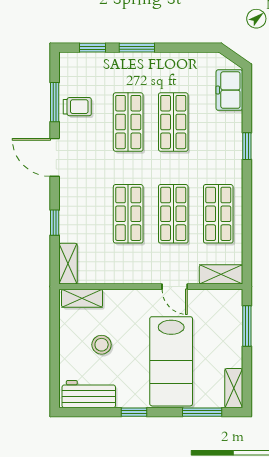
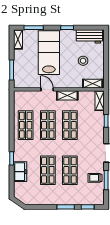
freezer: (229, 90) -> (20, 172), moved
shelving: (221, 274) -> (67, 95), moved

